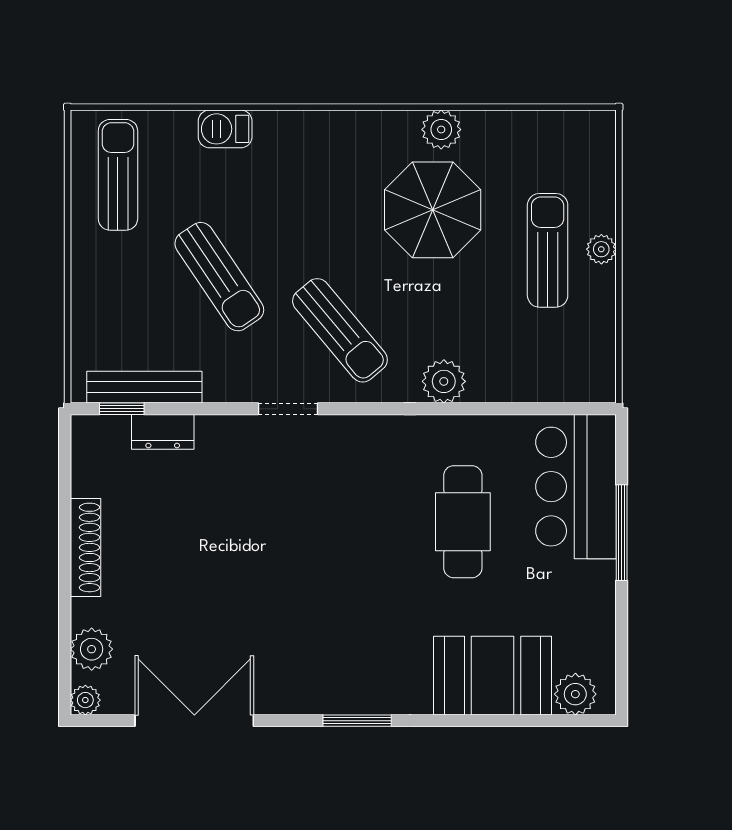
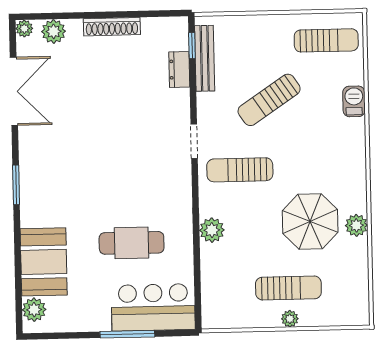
sun lounger: (340, 330) -> (240, 170), turned 40

